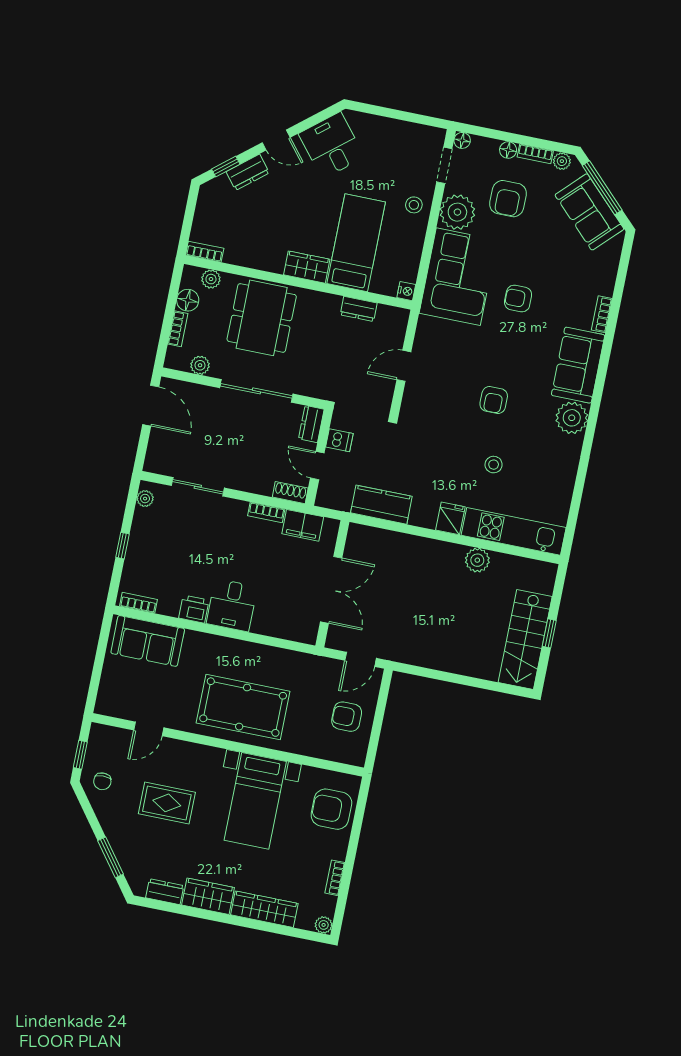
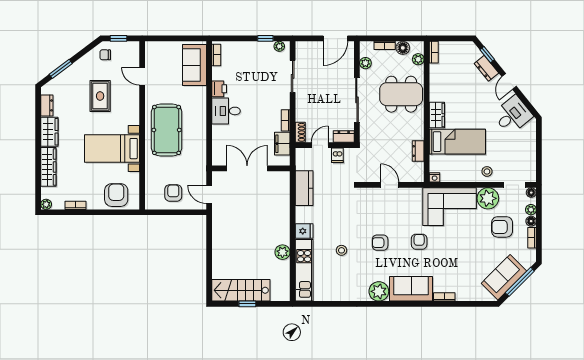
plant: (562, 161) -> (531, 210), moved
armchair: (518, 299) -> (419, 242), moved
window: (122, 546) -> (265, 38), moved
double door: (331, 590) -> (247, 168), swing flipped

